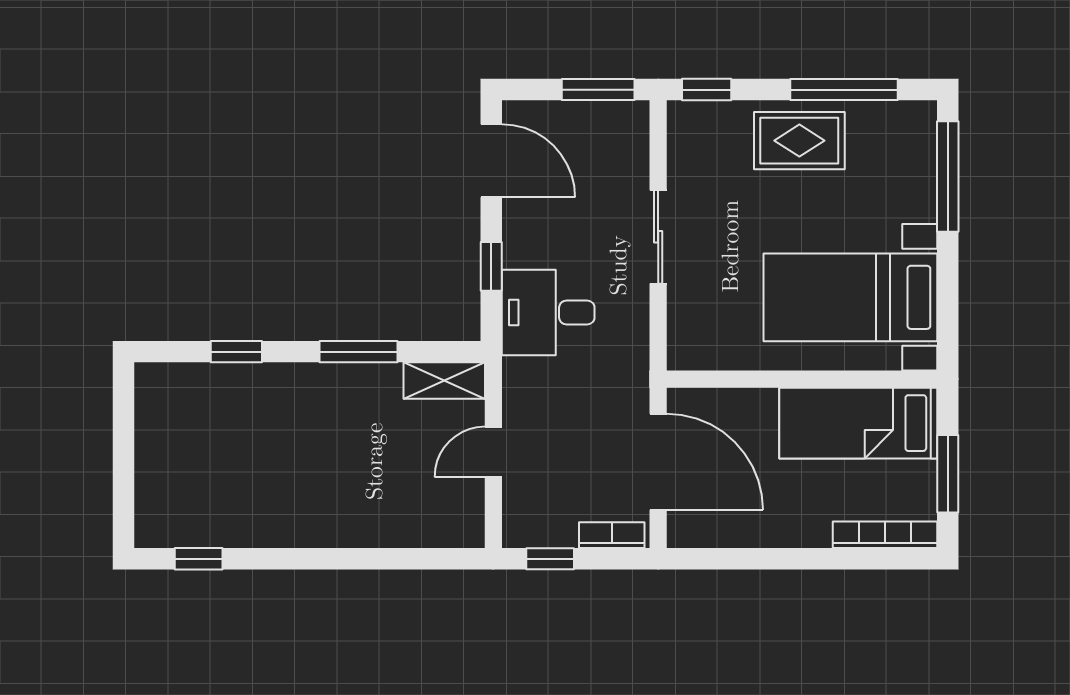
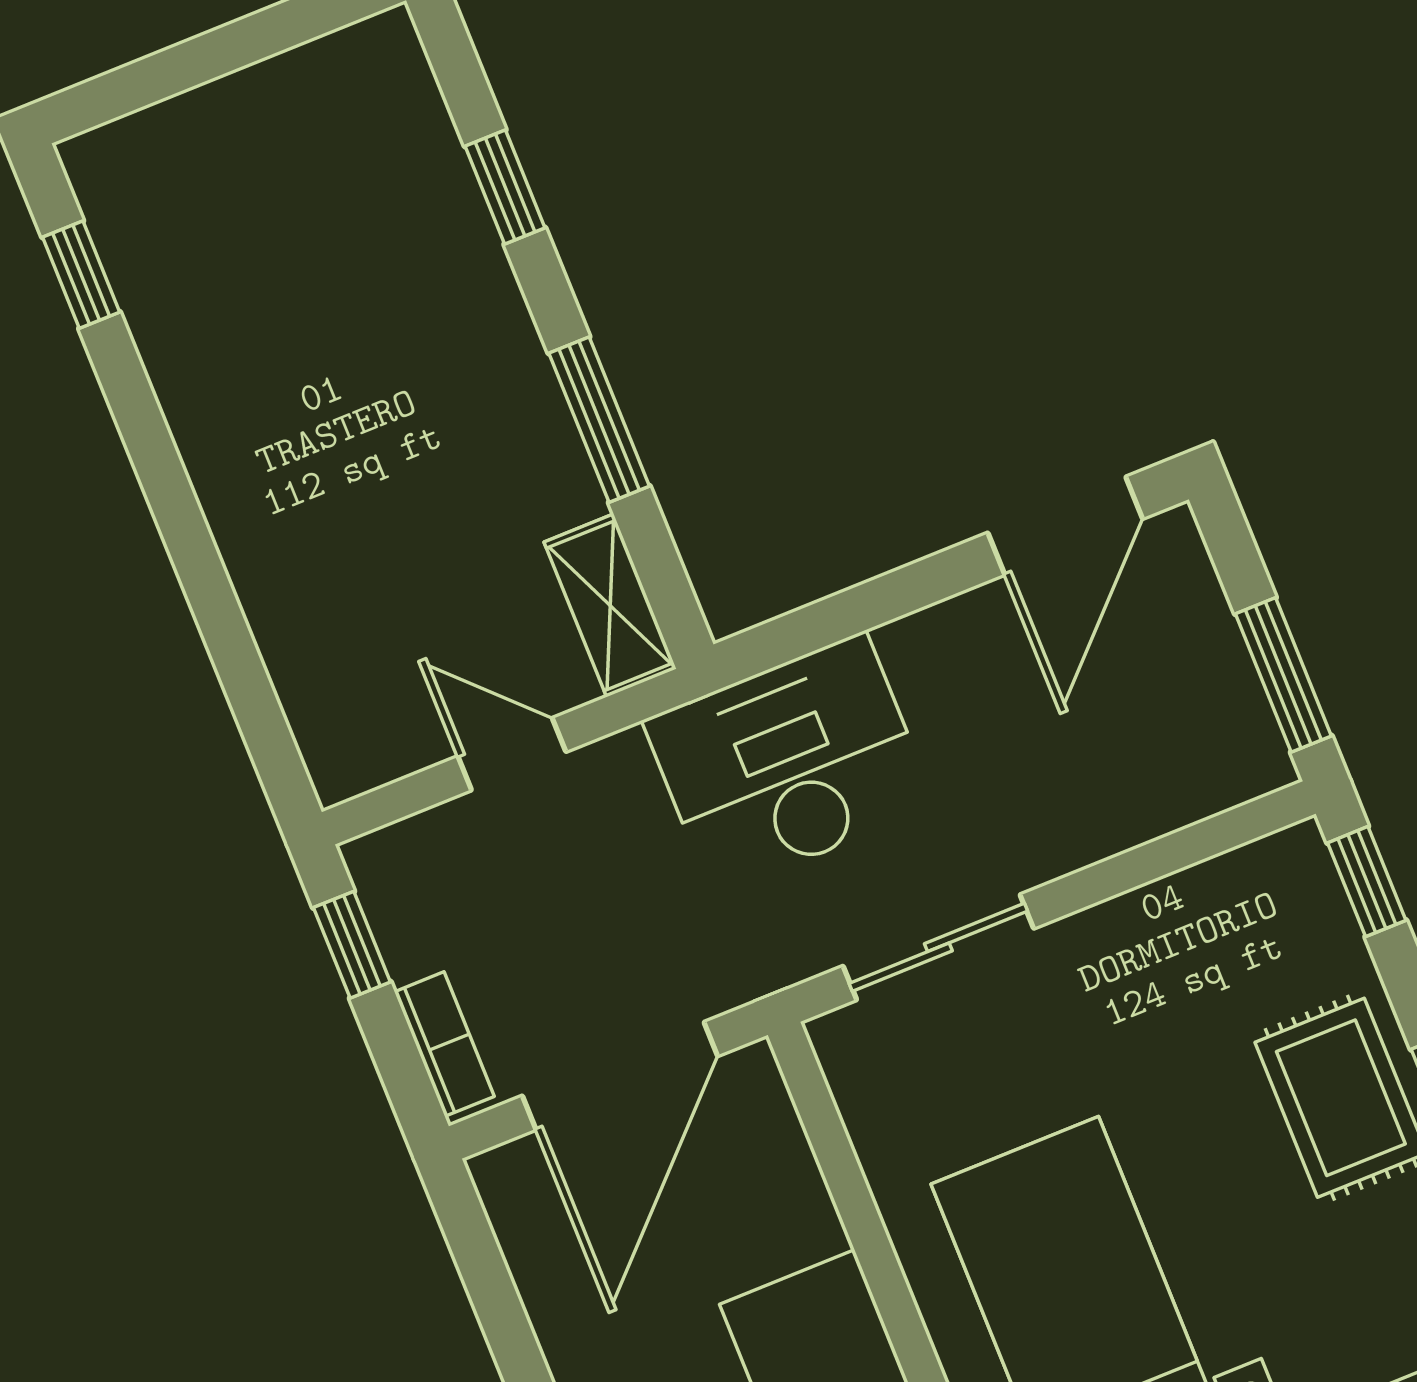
sliding door: (658, 237) -> (938, 947), moved
window: (491, 266) -> (864, 607), removed
desk: (548, 313) -> (789, 764), width x1.37

